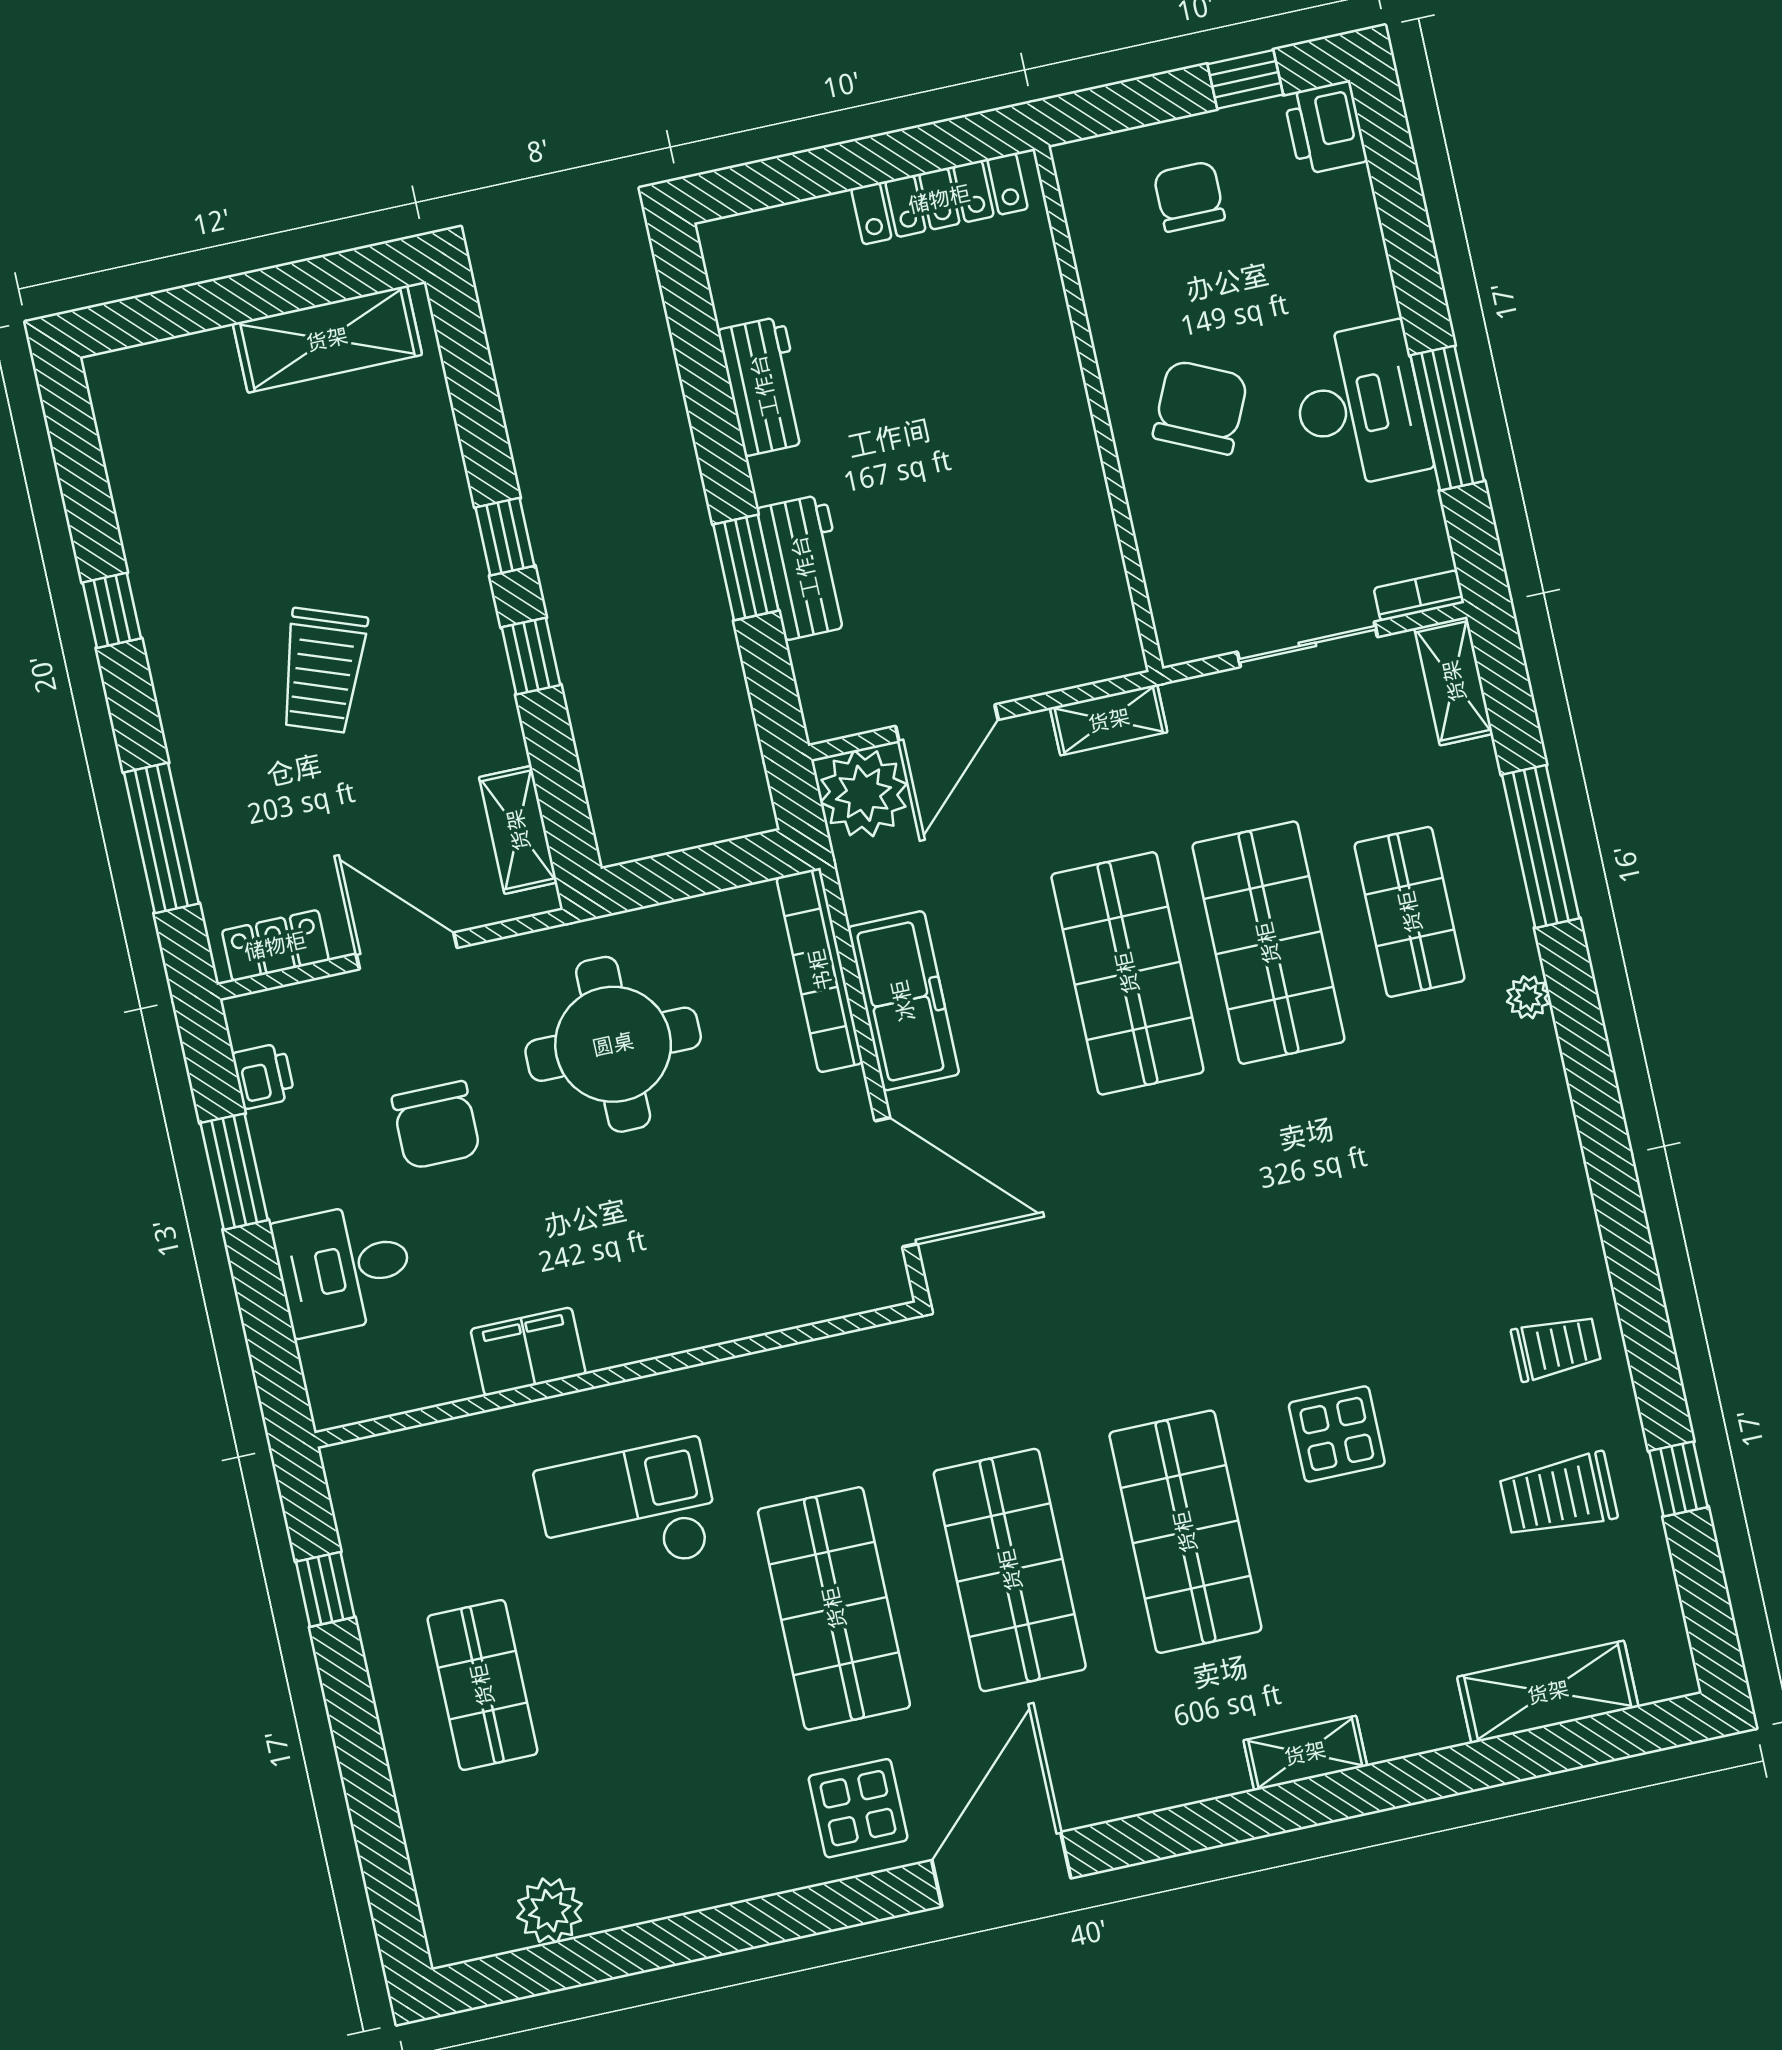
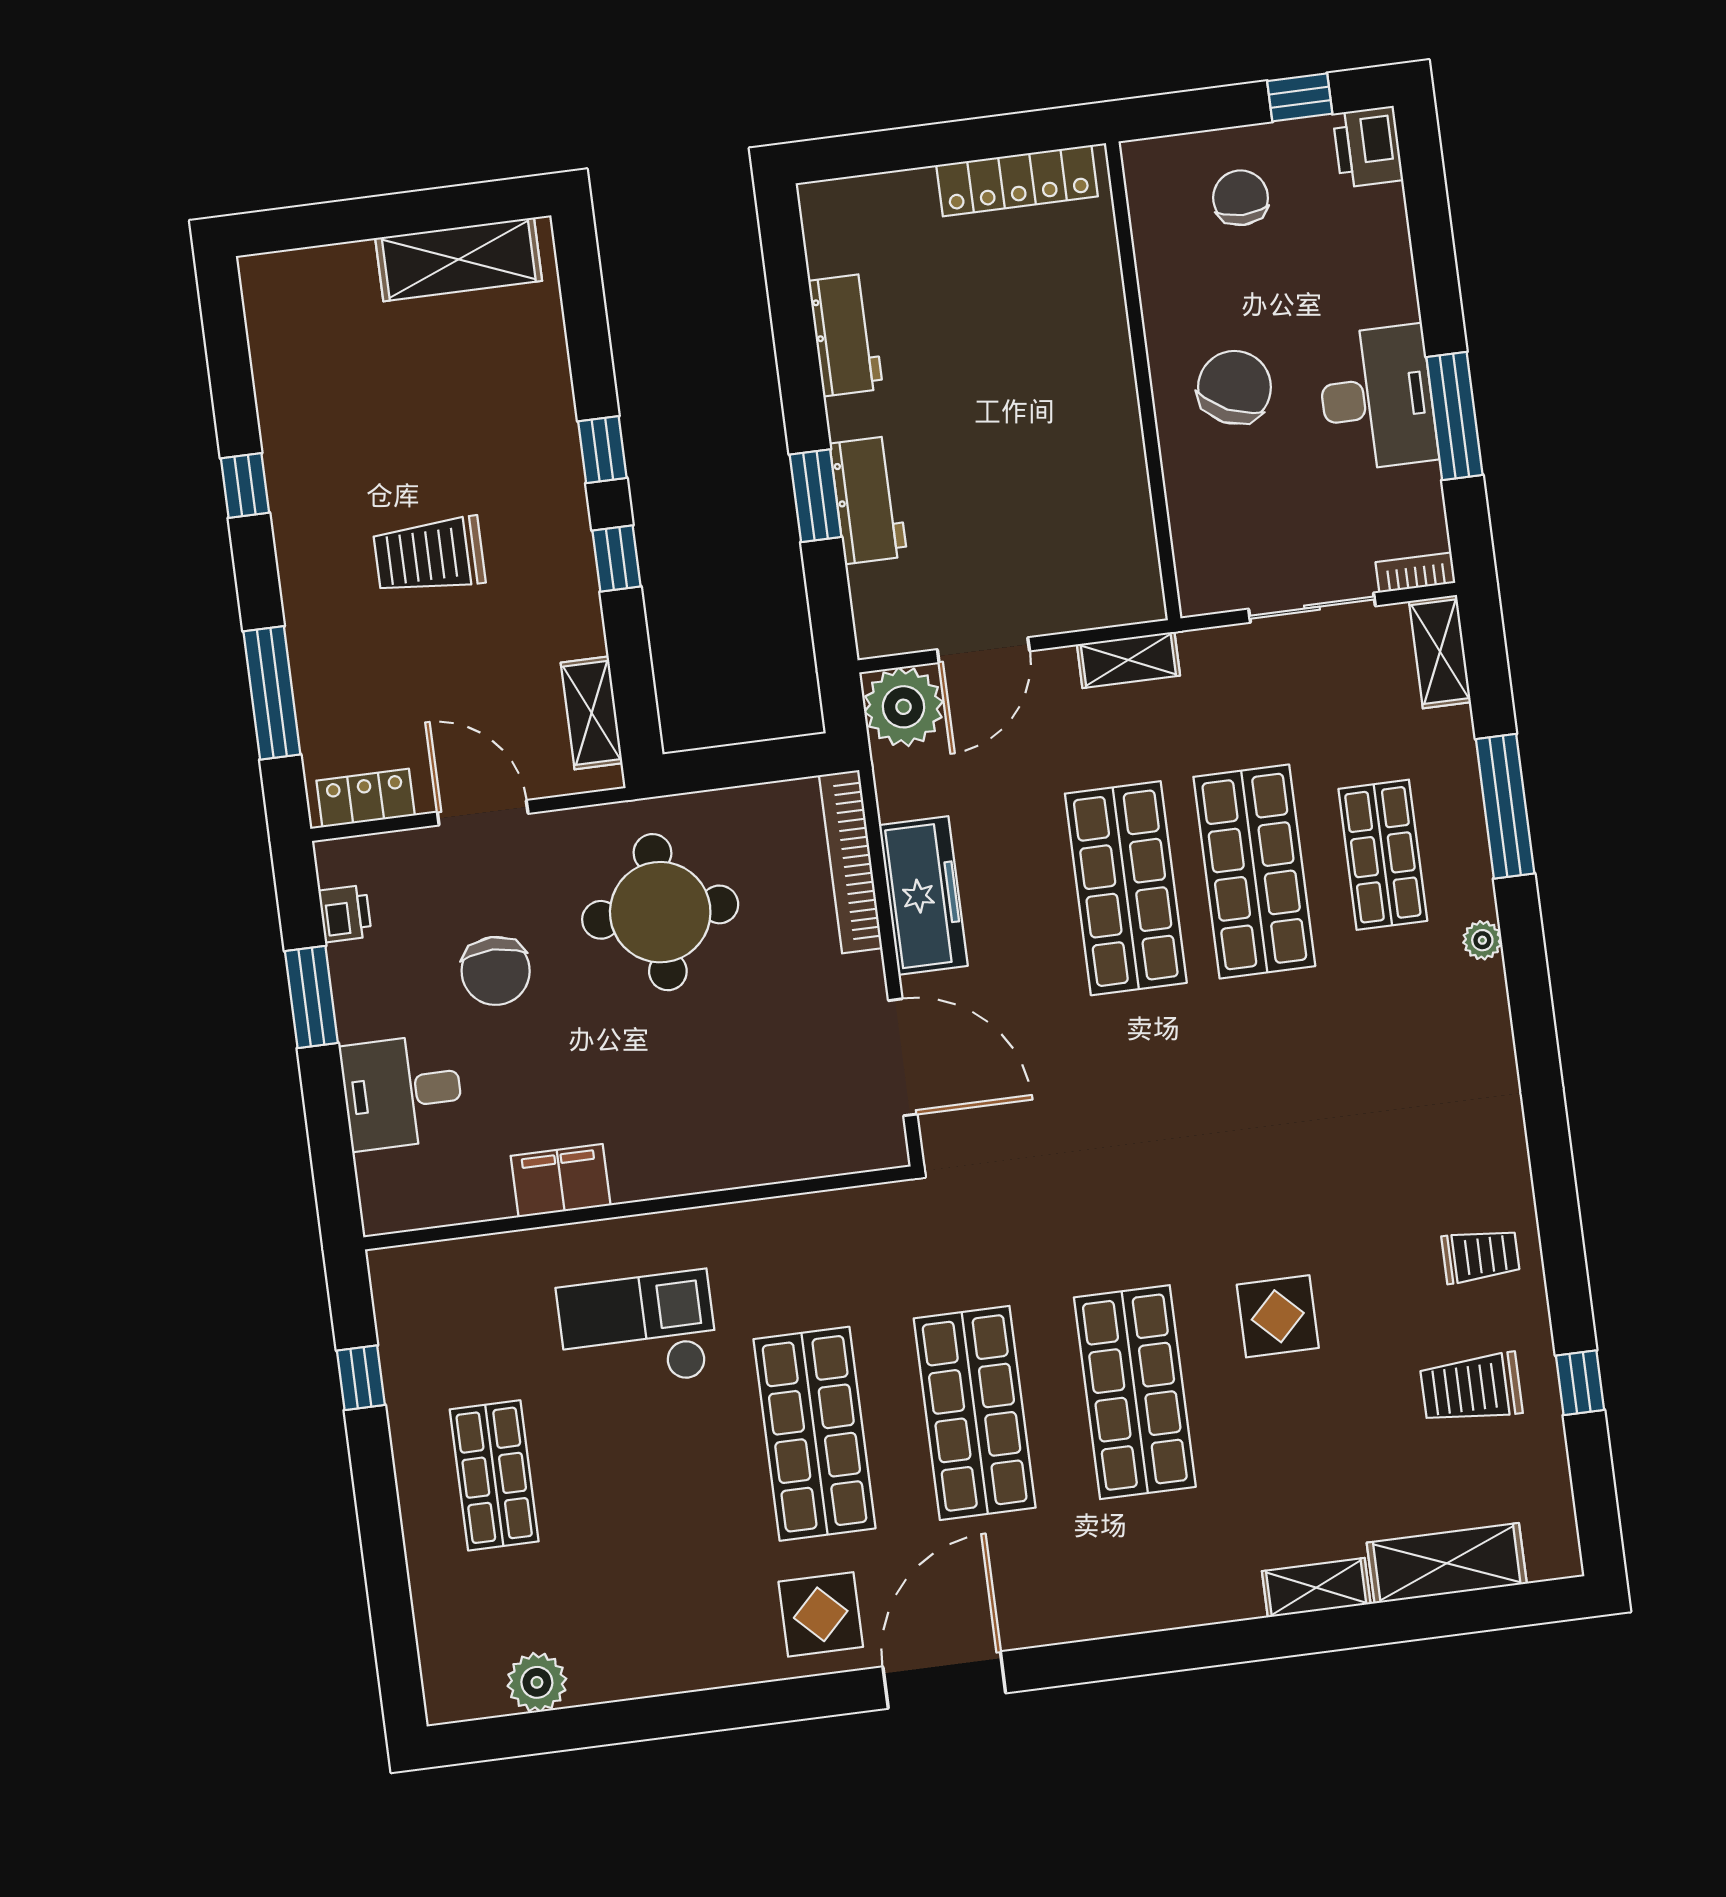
trolley: (323, 671) -> (429, 556), turned 70
shelving: (1305, 1753) -> (1316, 1588), moved

